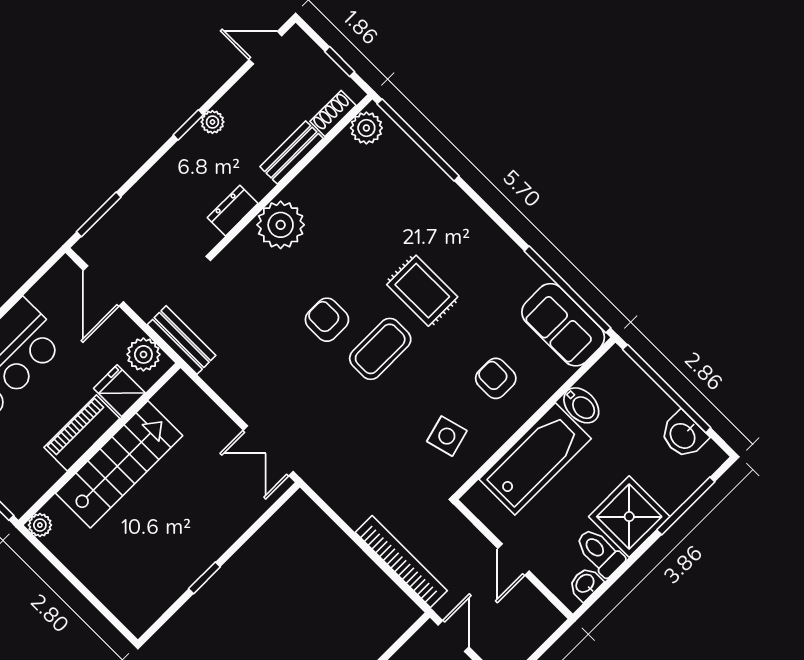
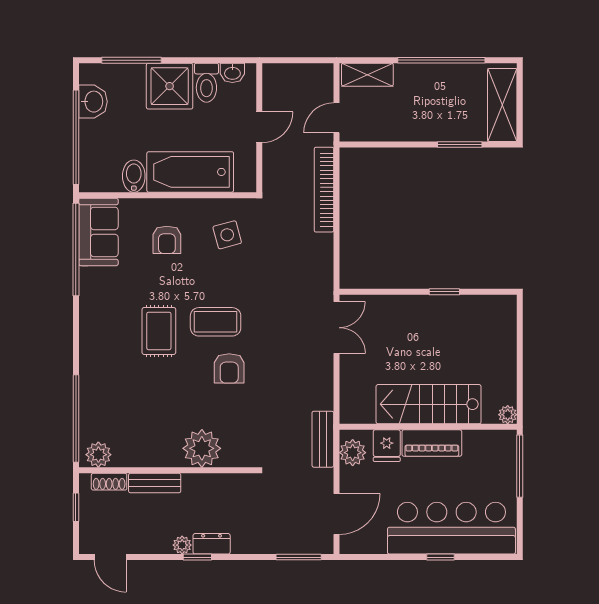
dresser: (233, 211) -> (212, 544), moved, turned 180

